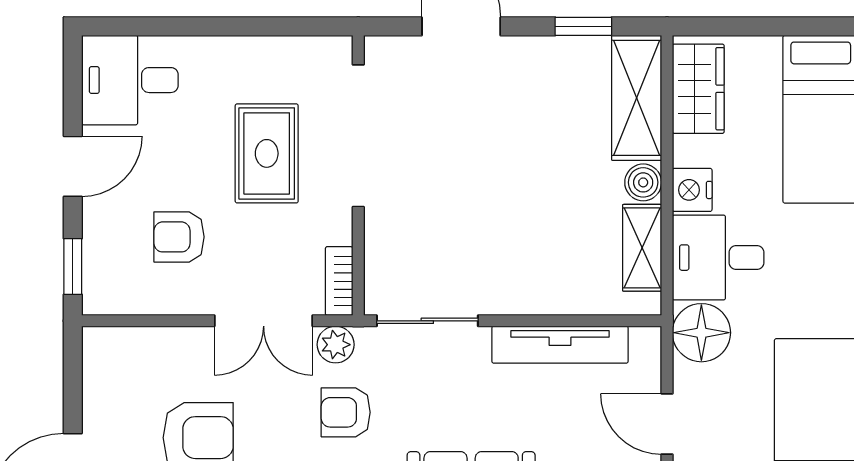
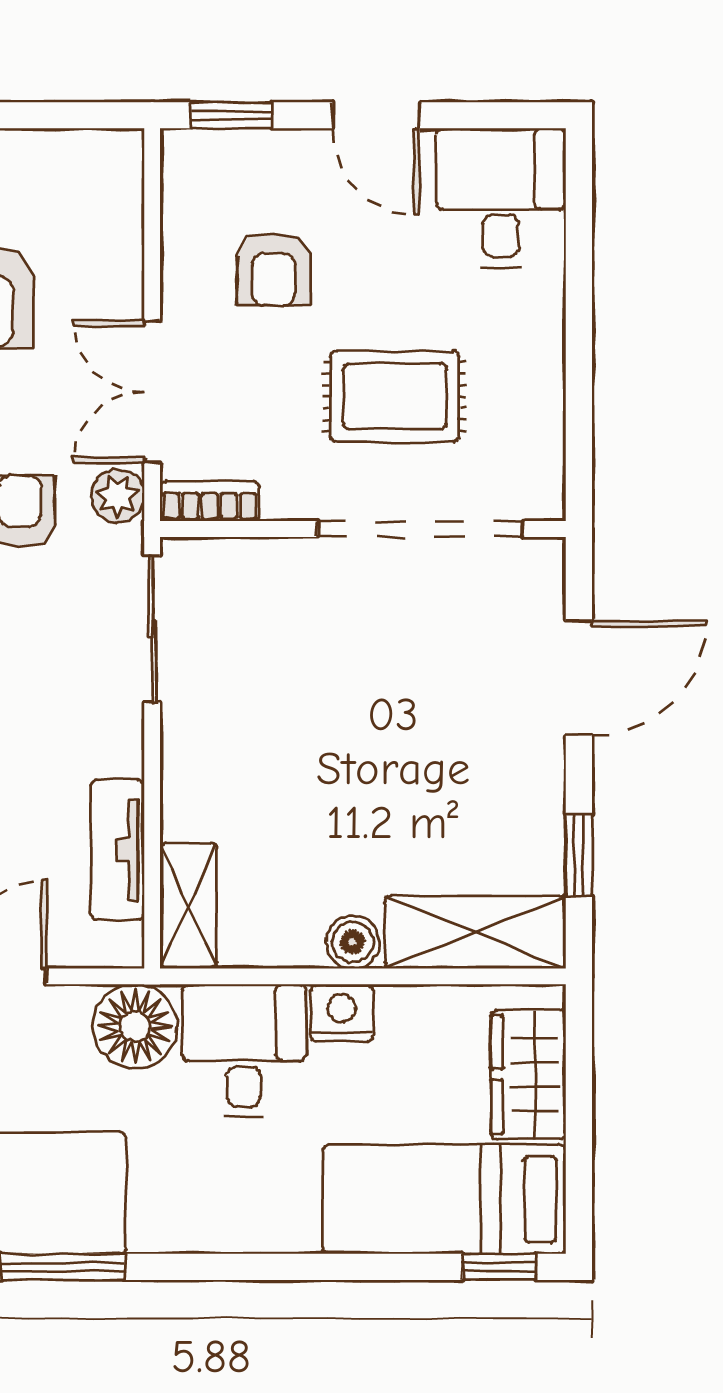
wardrobe: (698, 89) -> (528, 1075), moved, turned 90
armchair: (179, 237) -> (274, 269), turned 180
shelving: (642, 248) -> (188, 906), moved, turned 90
tv unit: (560, 345) -> (118, 850), width x0.71

